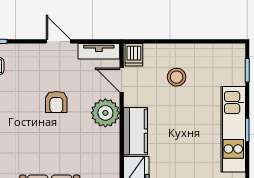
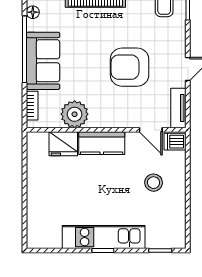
door: (122, 80) -> (151, 130), swing flipped
armchair: (56, 102) -> (130, 67), width x1.88, depth x1.88
plant: (105, 113) -> (75, 114), moved

